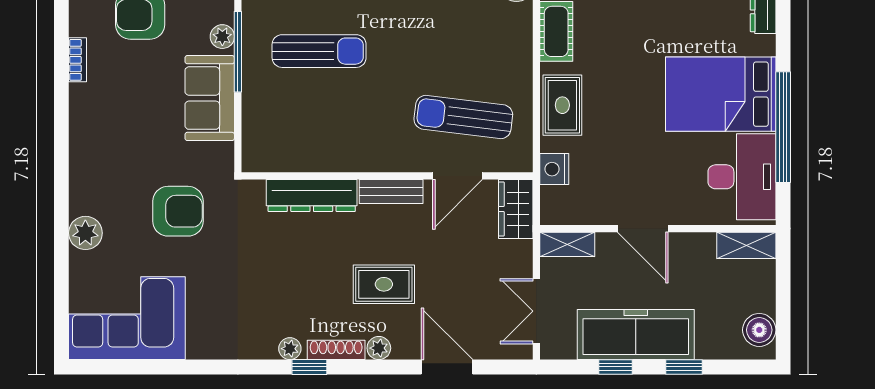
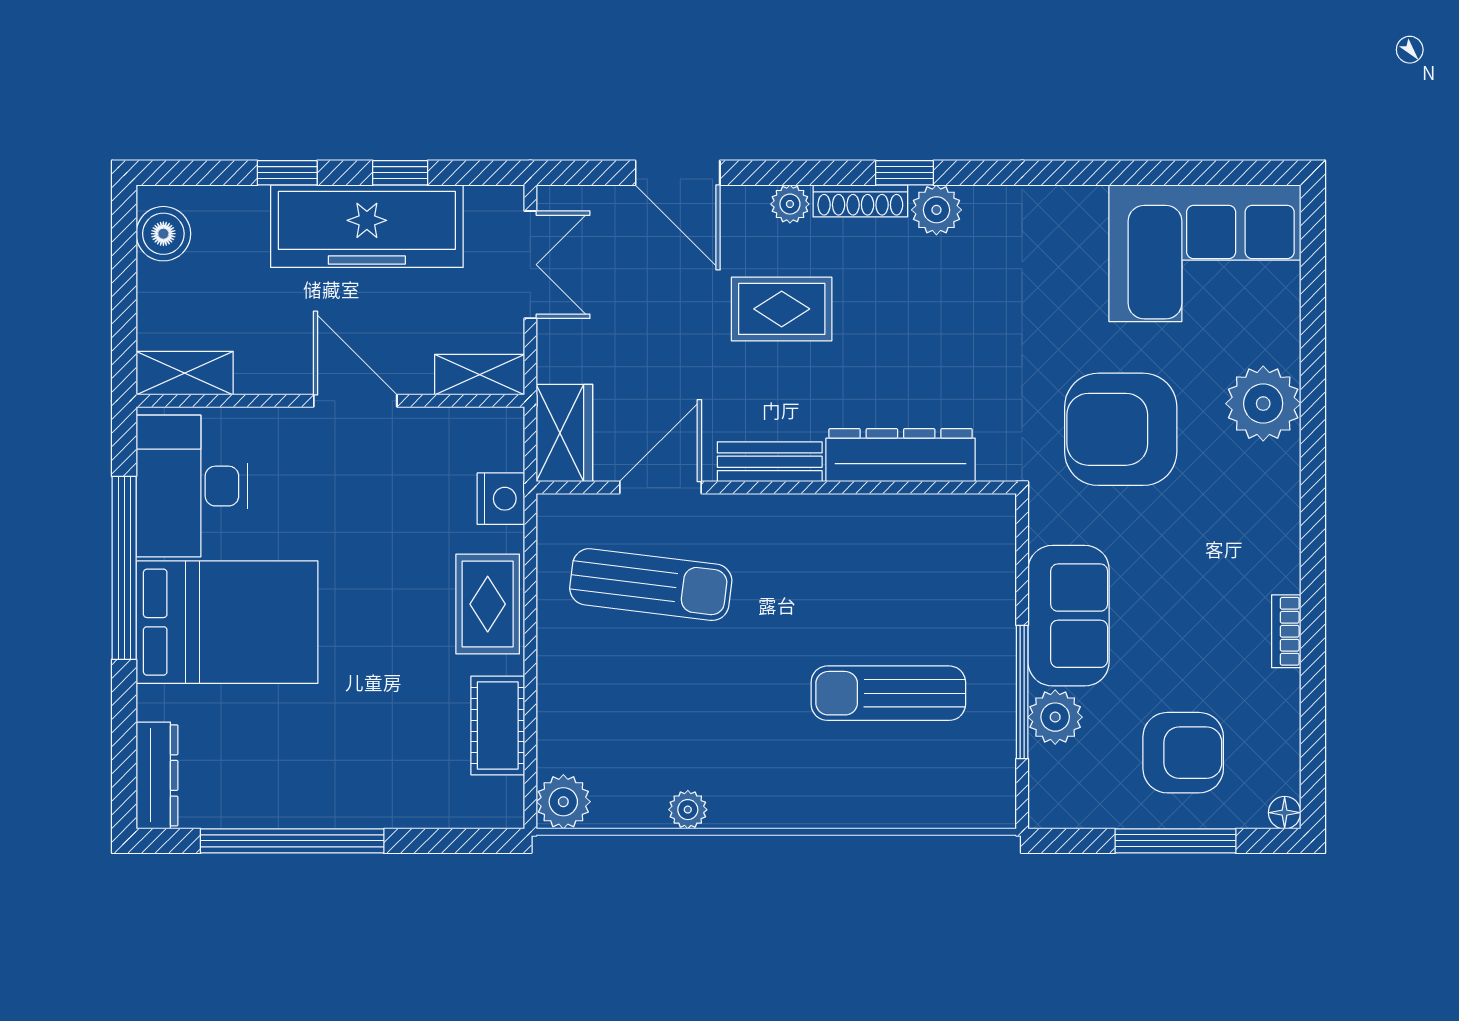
plant: (222, 37) -> (1055, 717), width x1.38, depth x1.38
bookcase: (78, 60) -> (1286, 631), moved
armchair: (178, 211) -> (1121, 429), width x1.36, depth x1.36
plant: (85, 233) -> (1263, 404), width x1.36, depth x1.36
plant: (290, 349) -> (936, 210), width x1.38, depth x1.38

